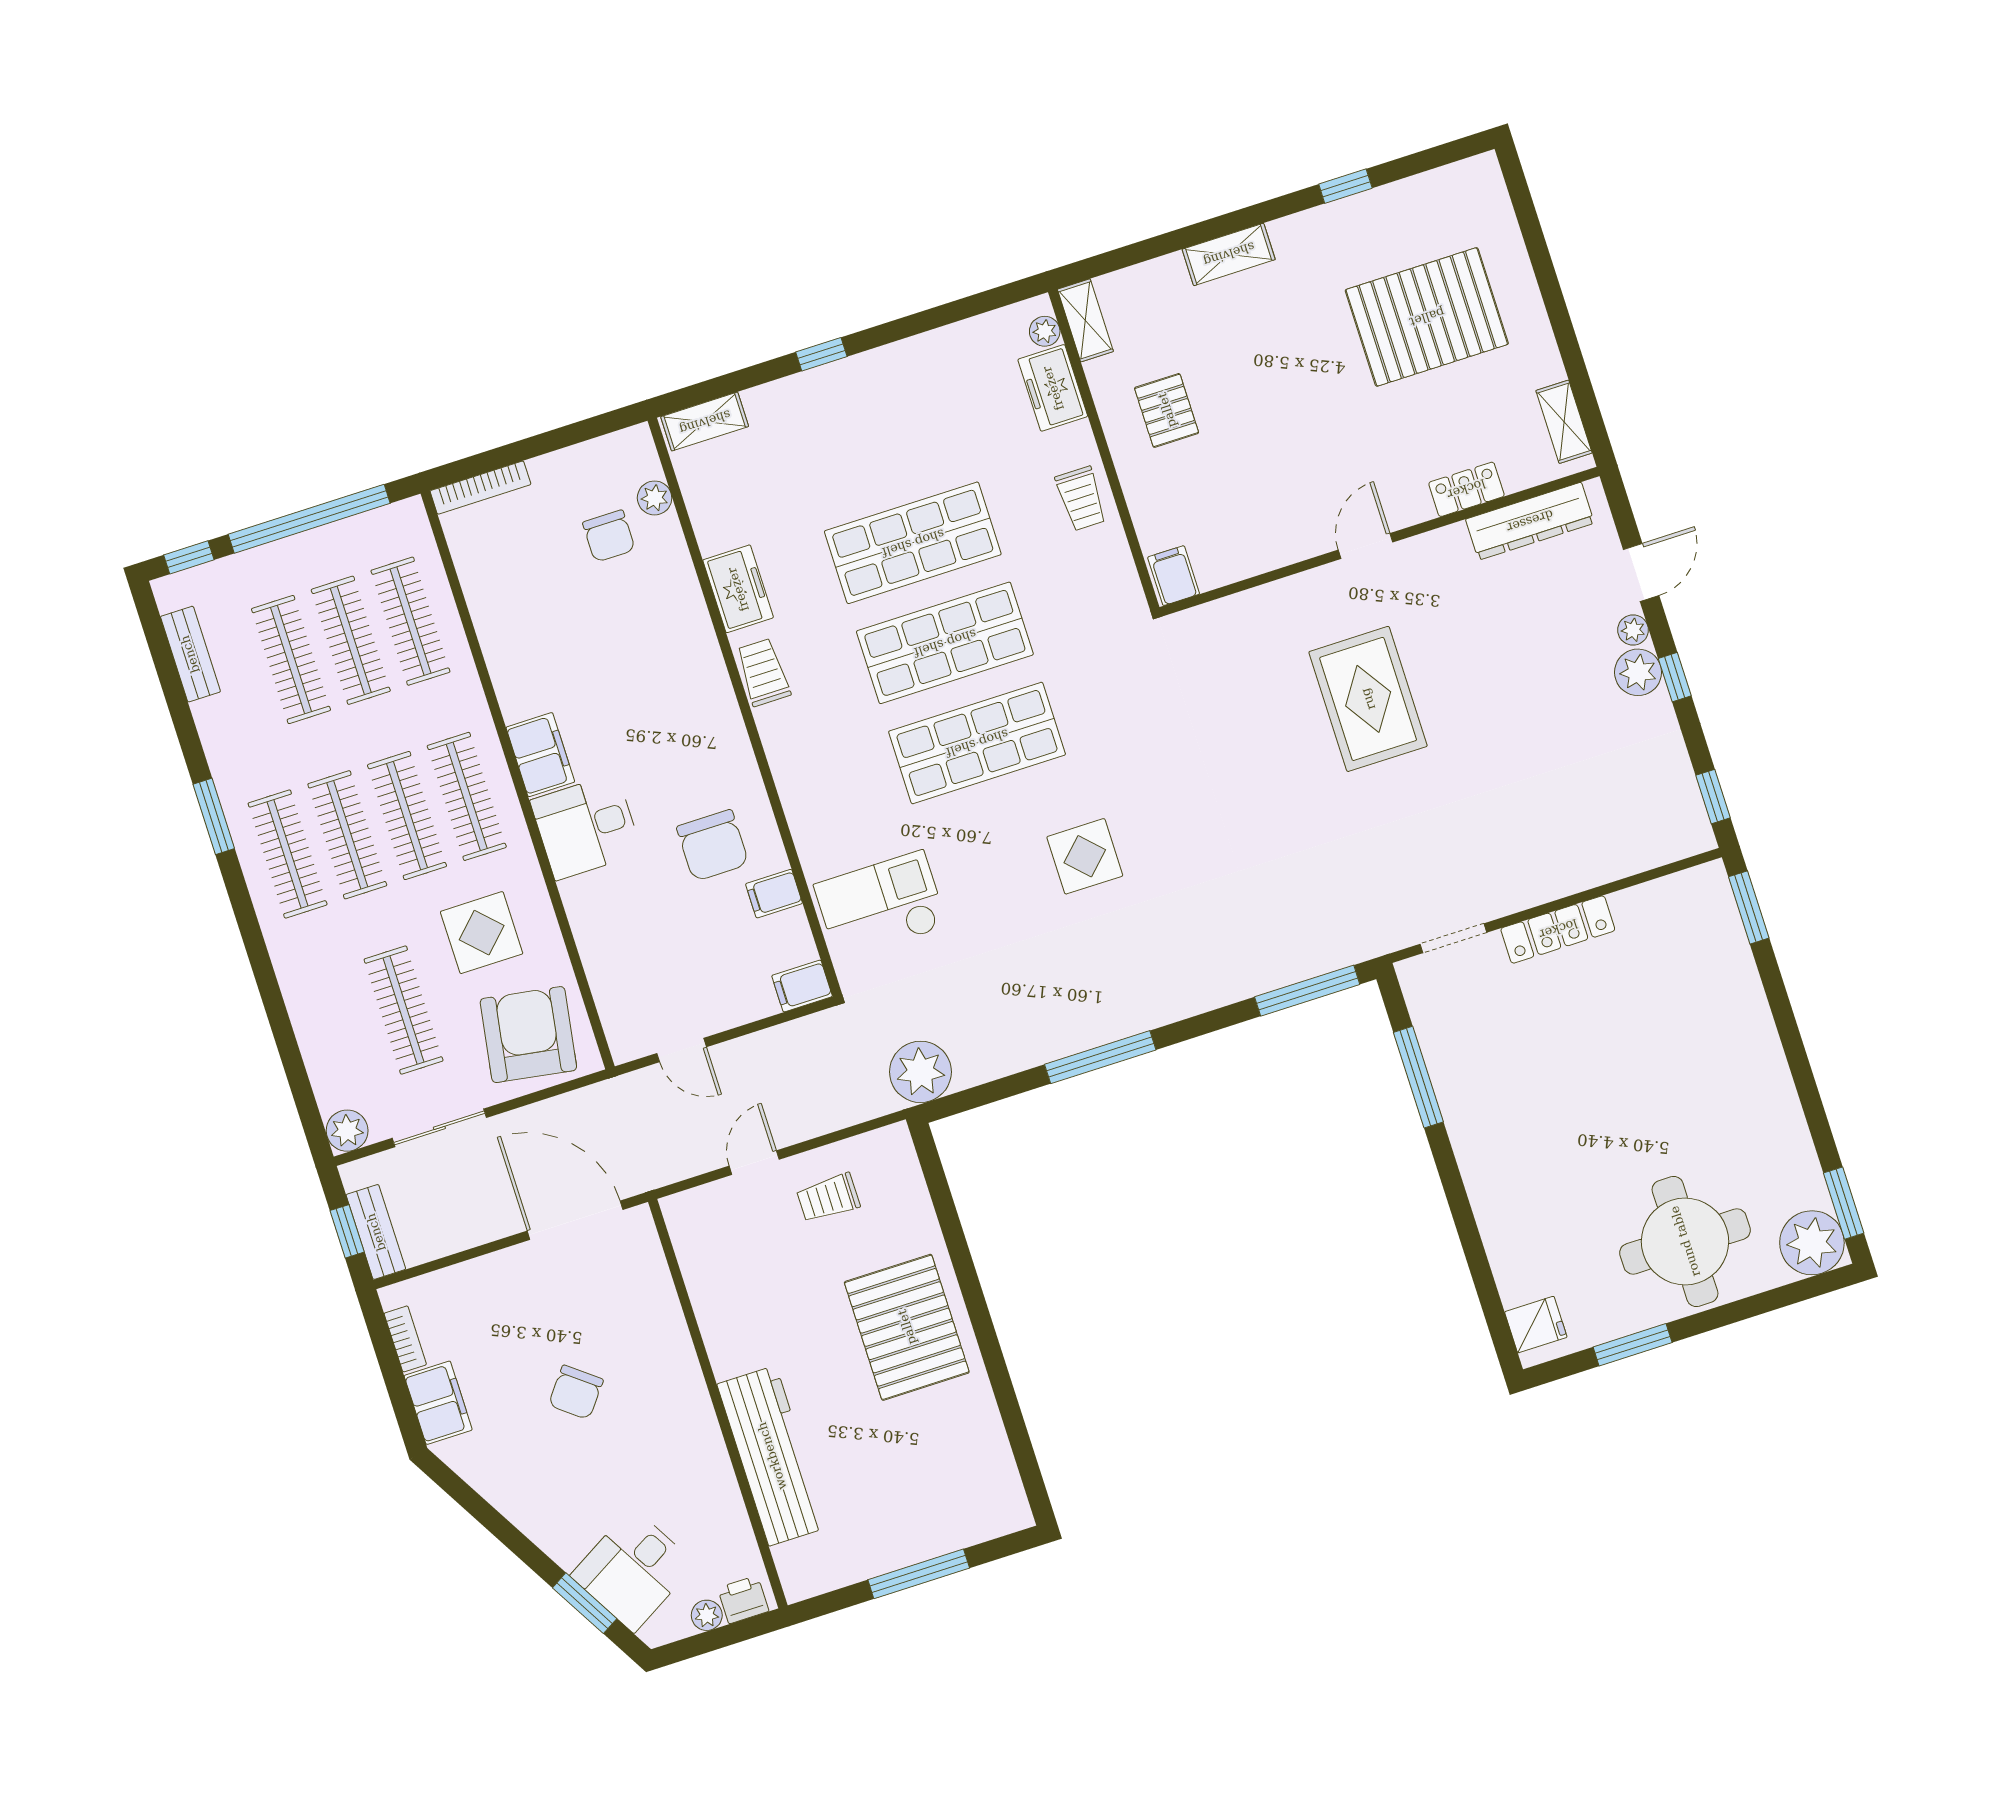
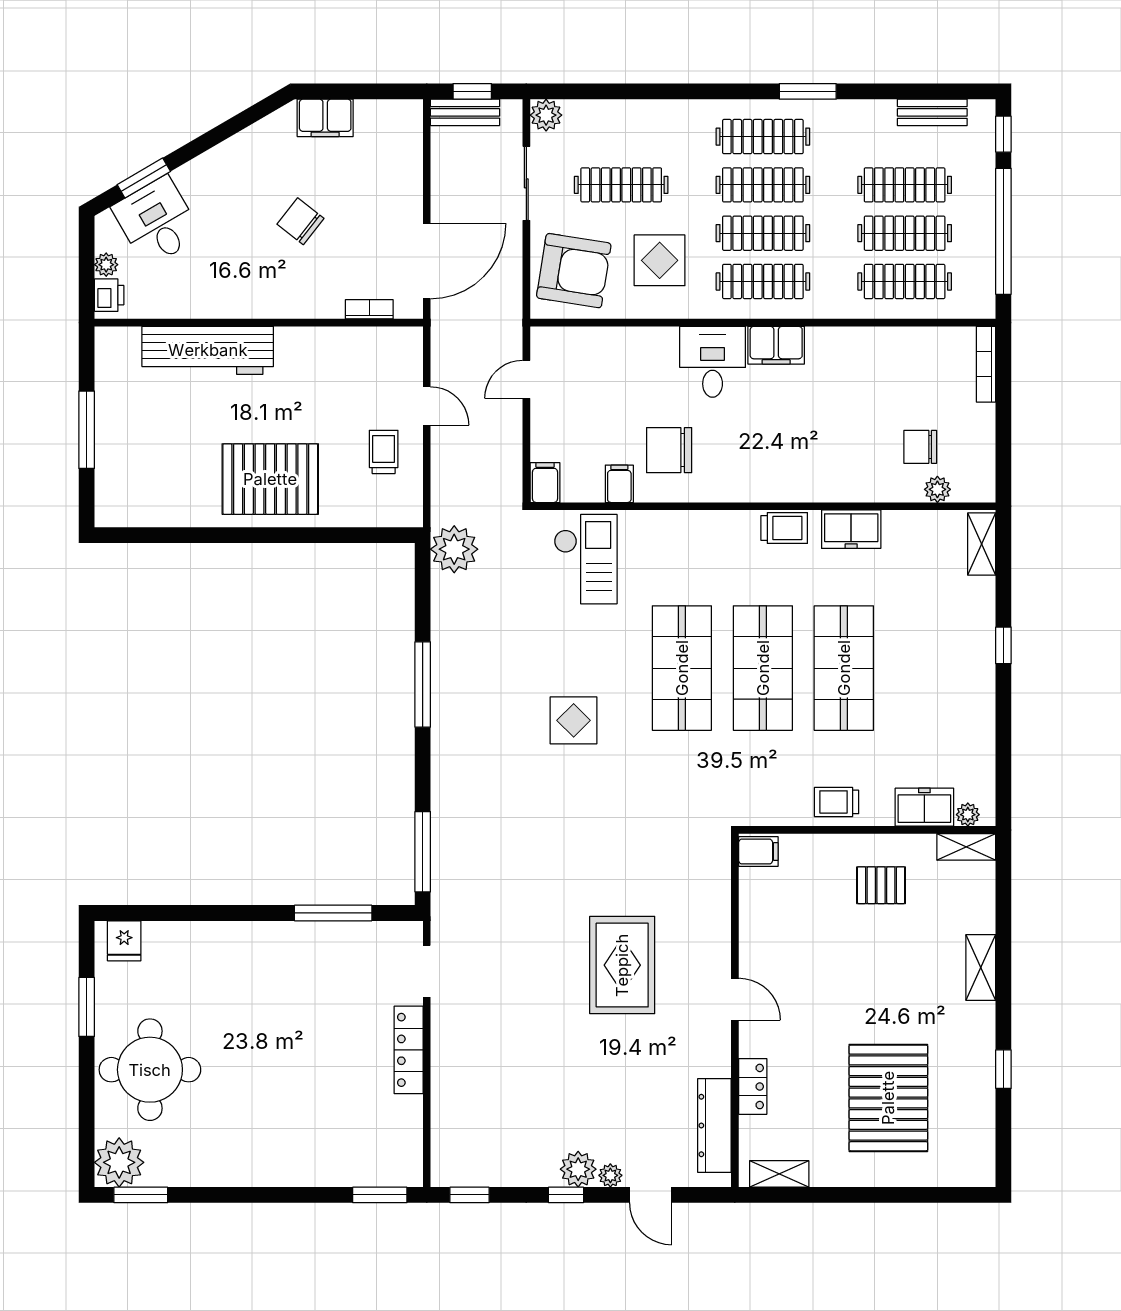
rug: (1368, 699) -> (622, 965), turned 90
bookcase: (405, 1339) -> (369, 309), moved, turned 180

